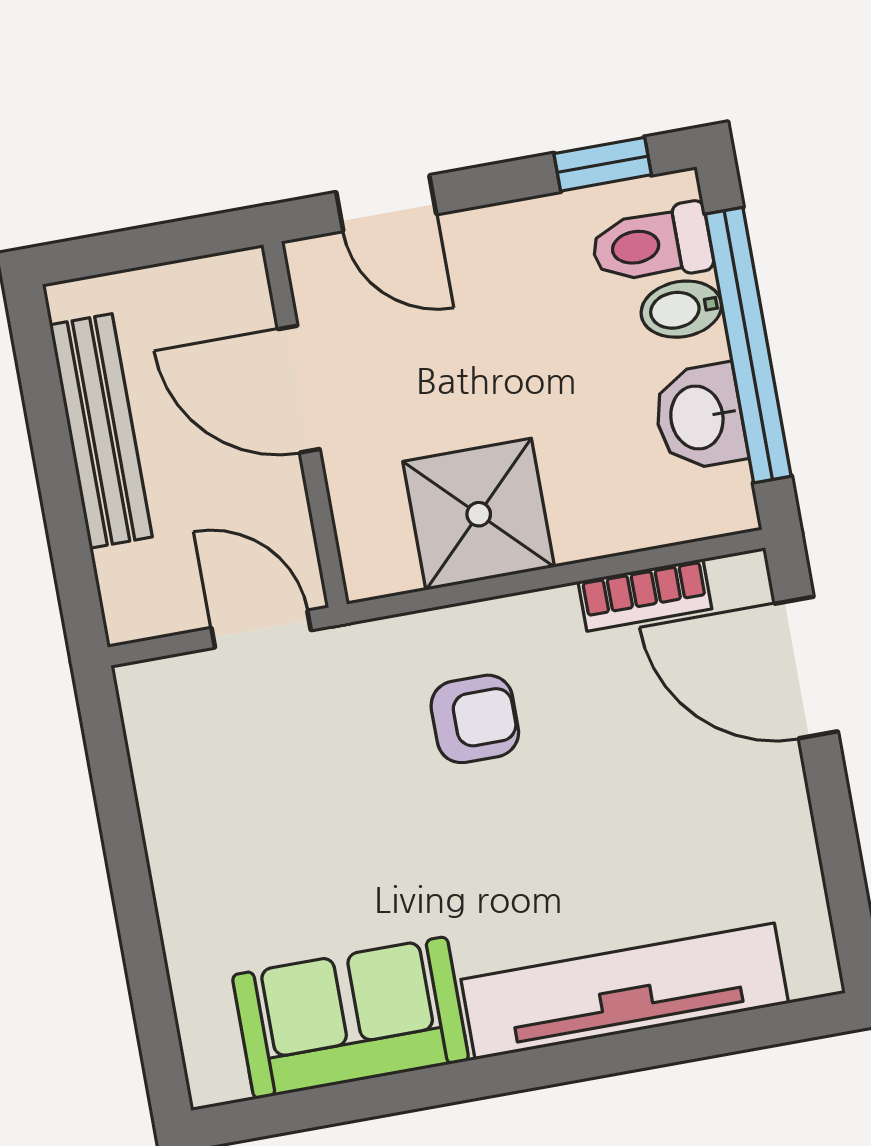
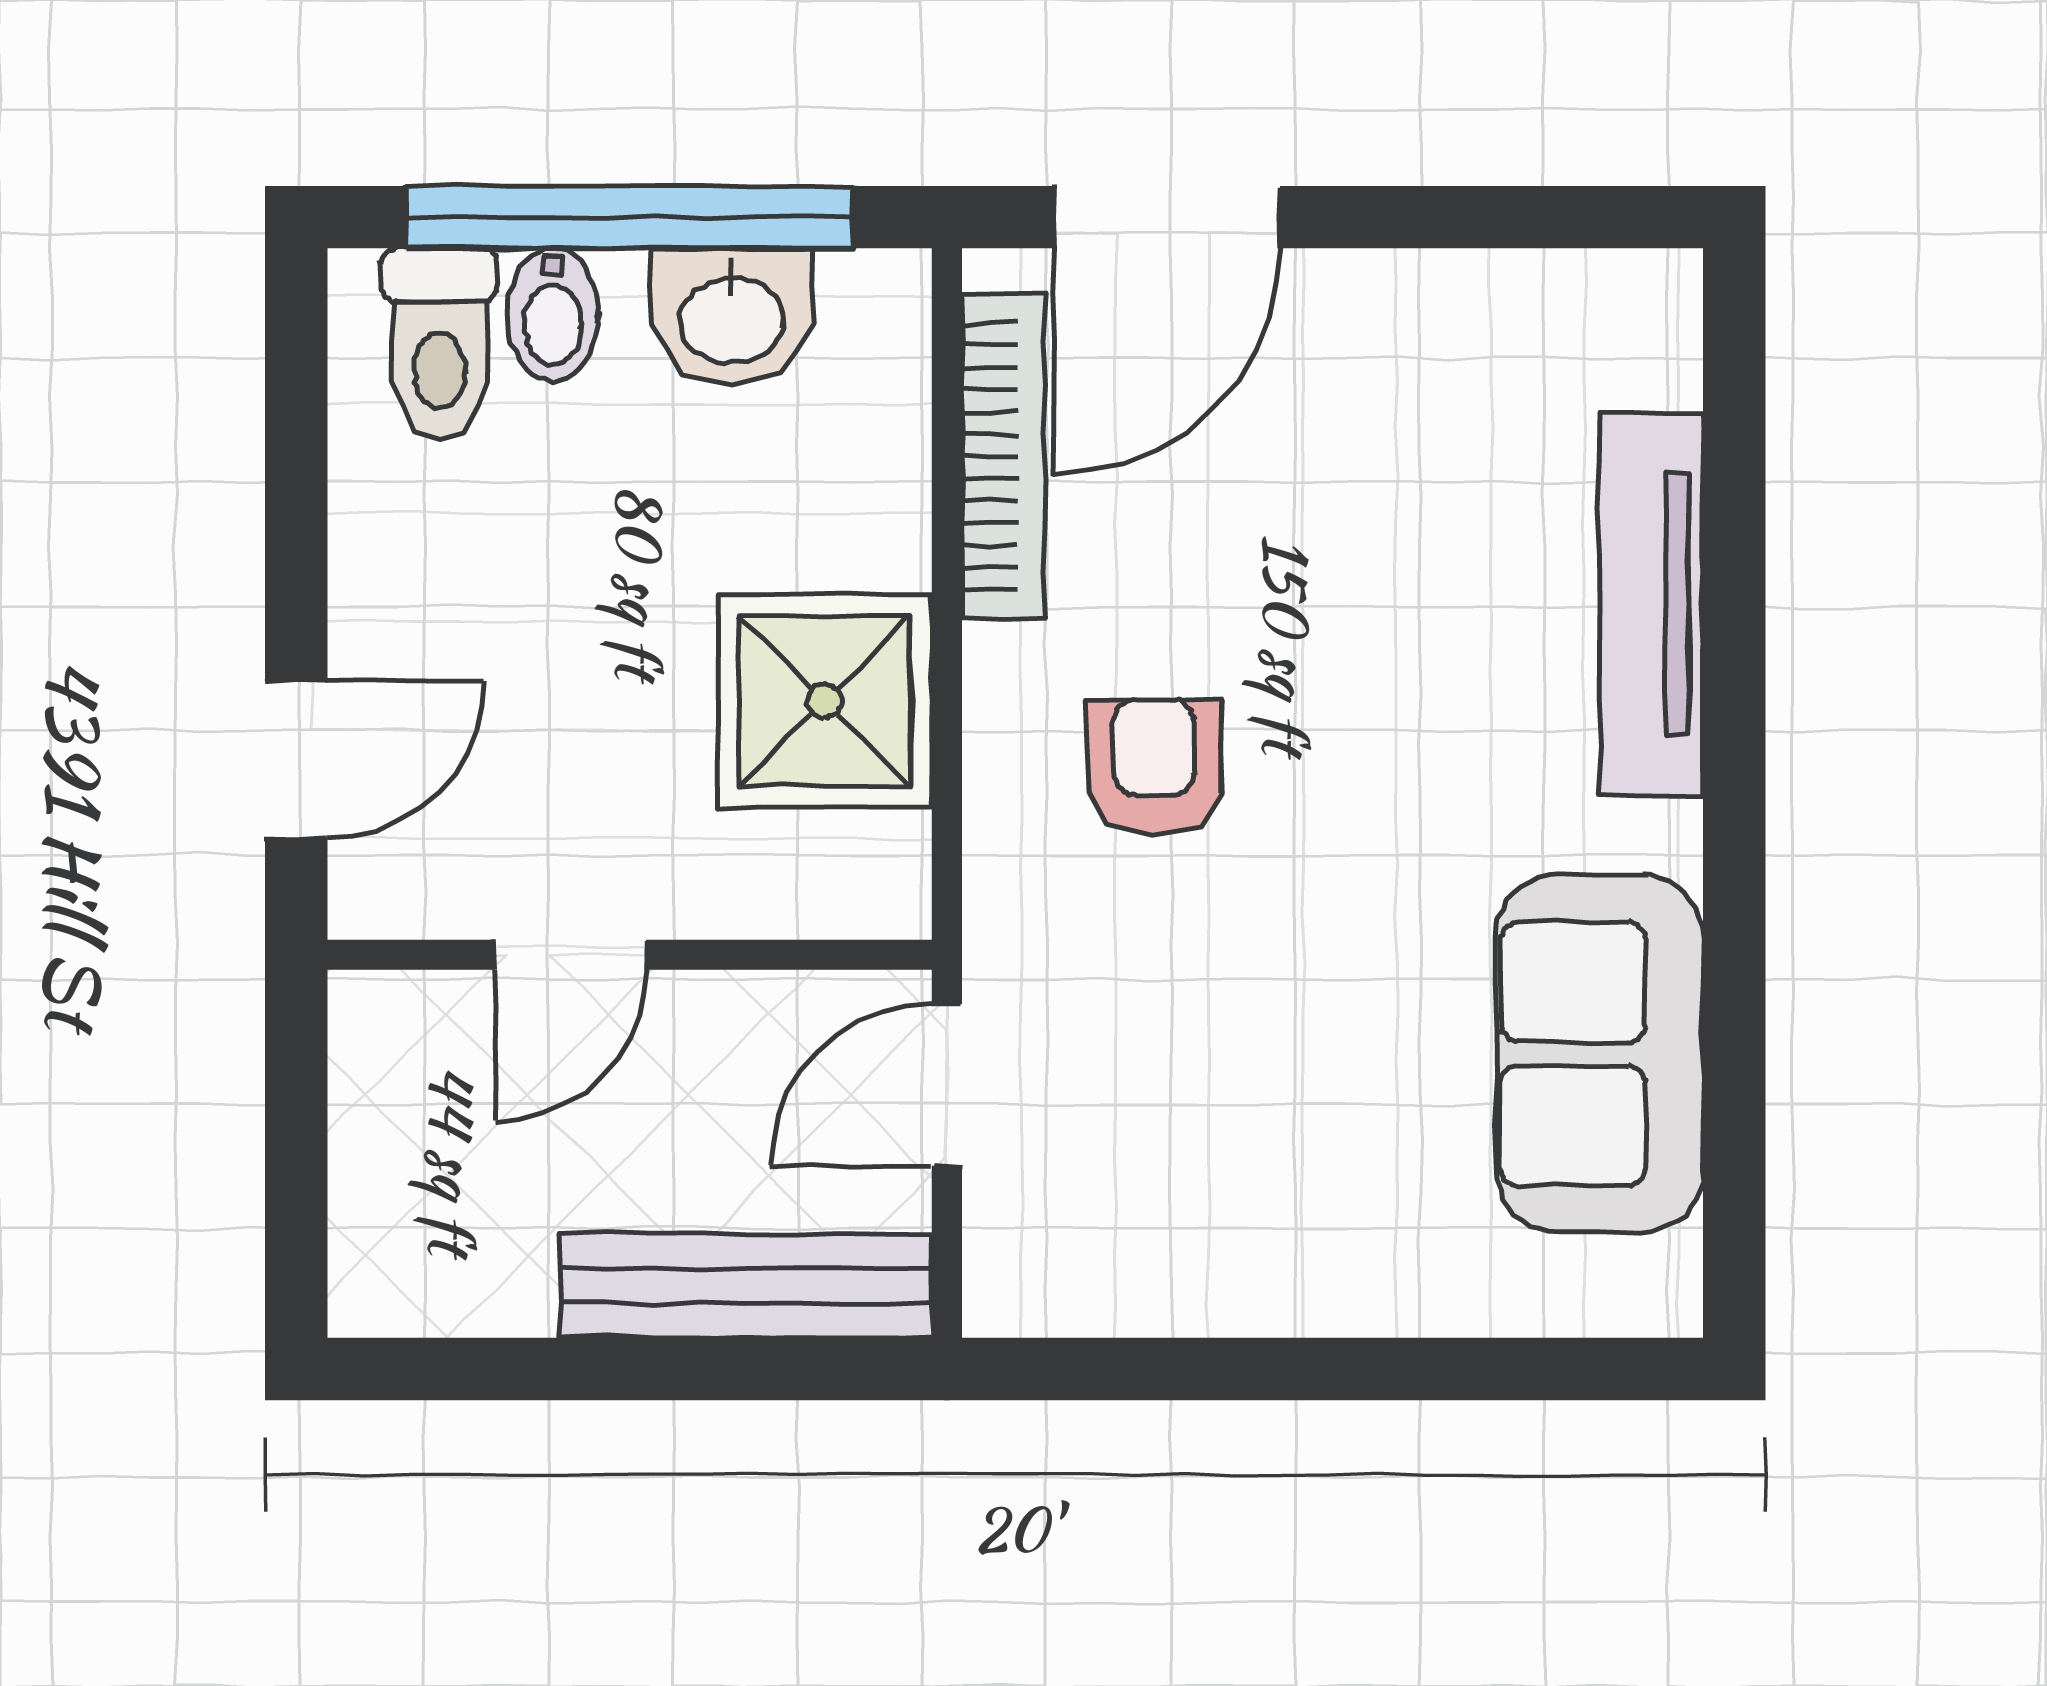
window: (603, 164) -> (296, 399), removed
door: (299, 389) -> (571, 955), width x0.73
bench: (101, 431) -> (746, 1286), moved
bookcase: (645, 595) -> (1003, 456), width x1.56
tv unit: (625, 991) -> (1651, 604), width x0.73, depth x0.78

